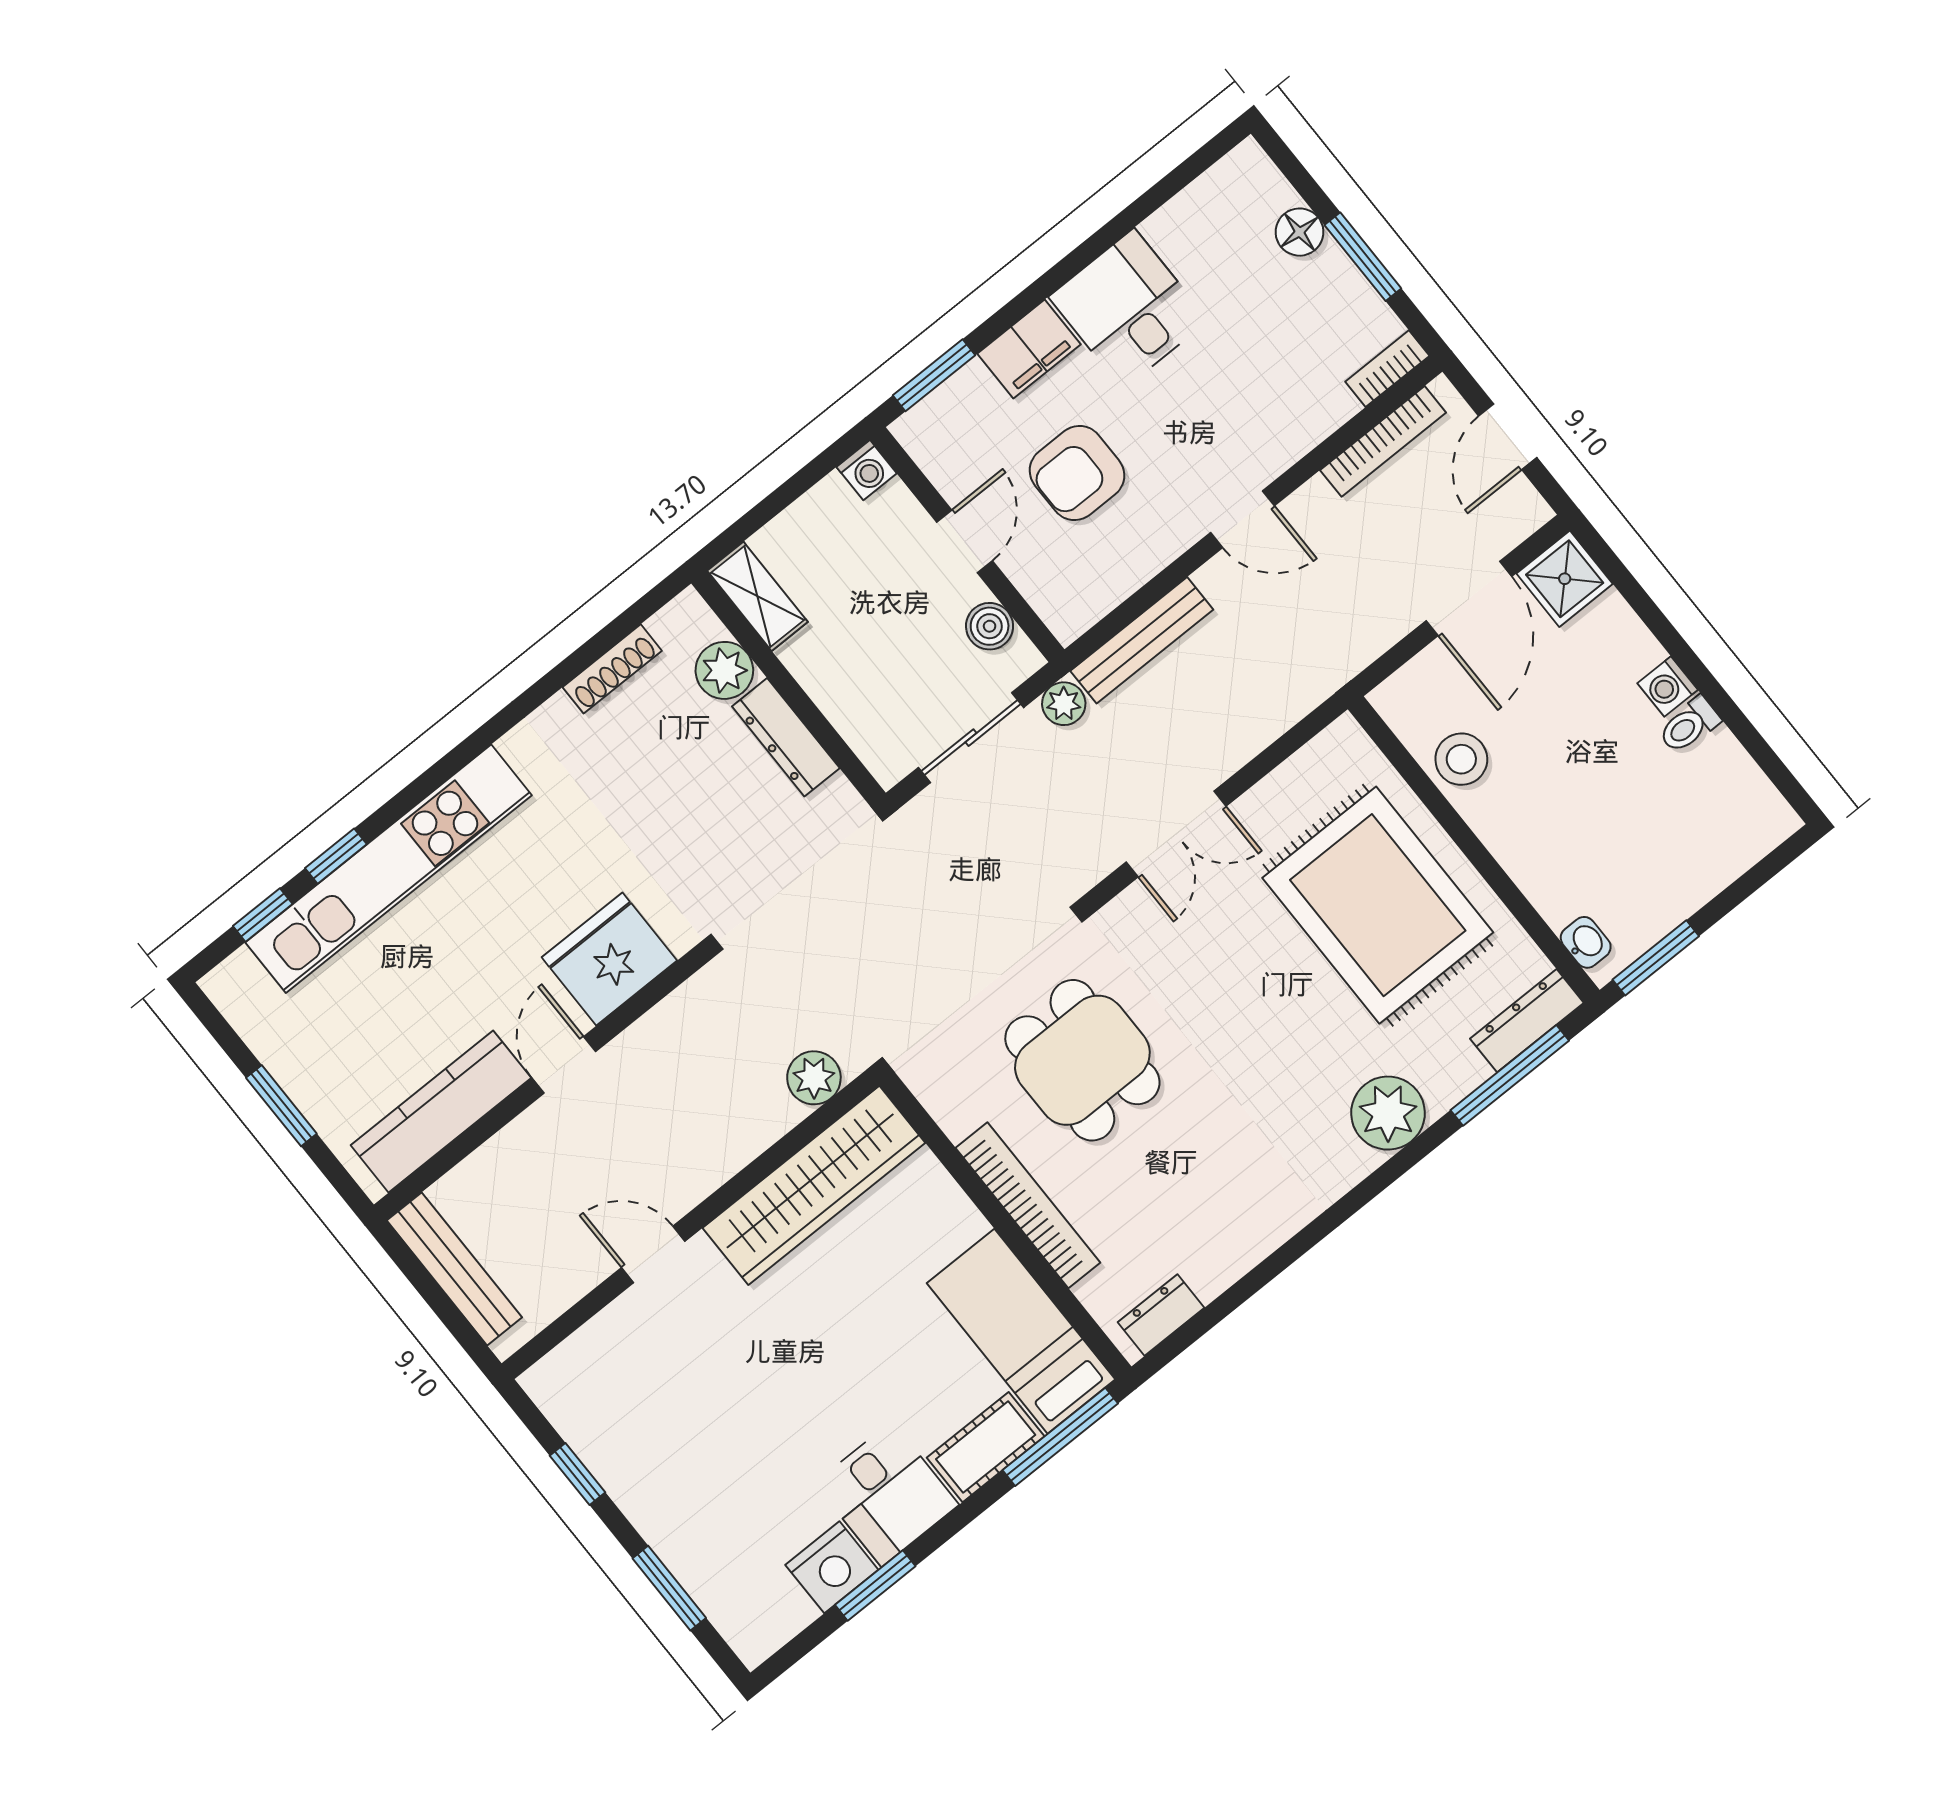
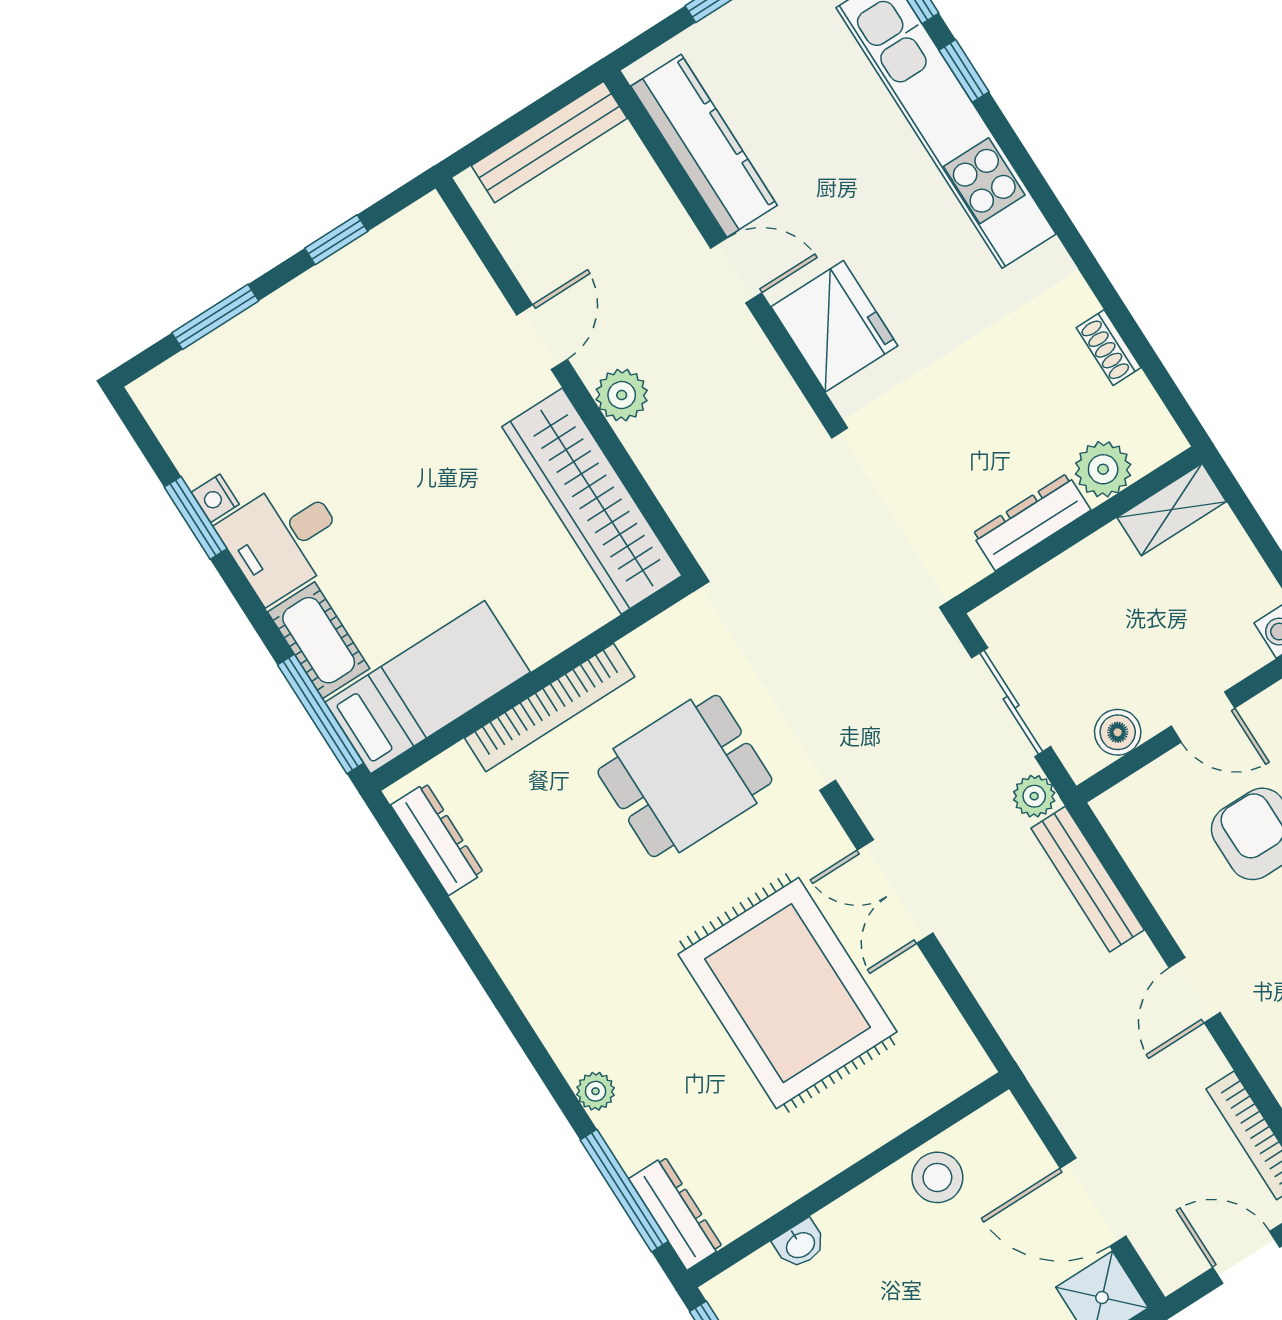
shoe rack: (612, 669) -> (1109, 348), width x0.70
rug: (1378, 905) -> (787, 993), moved, turned 90
washbasin: (1586, 942) -> (800, 1244), moved
plant: (814, 1078) -> (622, 395), moved
plant: (1388, 1113) -> (596, 1091), width x0.53, depth x0.53
dresser: (1161, 1315) -> (437, 839), width x1.44
nightstand: (832, 1567) -> (215, 498), width x0.53, depth x0.56

